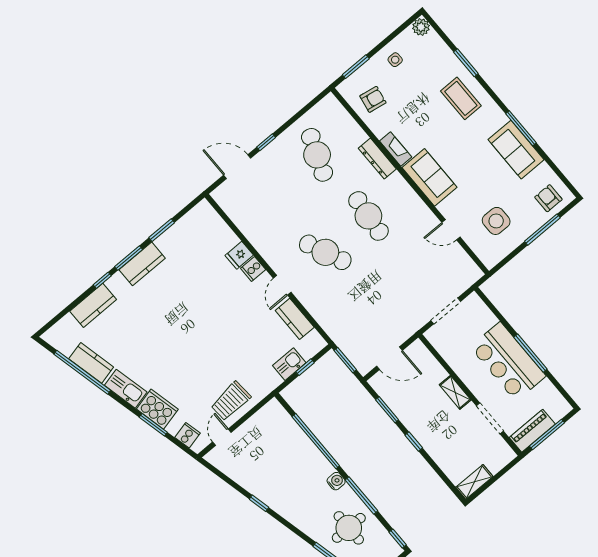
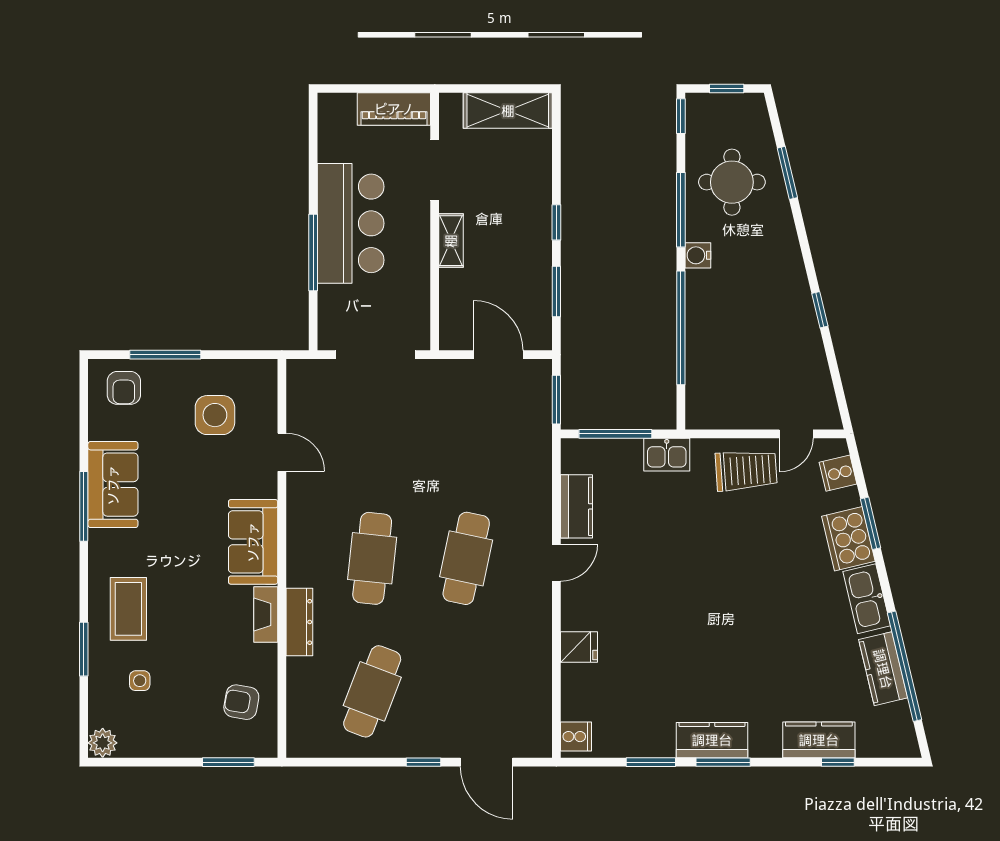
side table: (395, 60) -> (140, 681), moved
cafe table: (325, 252) -> (466, 558), turned 36
cooker: (253, 269) -> (576, 737), moved
window: (102, 280) -> (838, 762), moved
doorway: (446, 311) -> (376, 355), width x1.36
window: (530, 353) -> (313, 253), moved
kitchen sink: (289, 364) -> (667, 455), moved
window: (305, 367) -> (615, 434), width x2.17
window: (547, 434) -> (379, 89), removed
shelving: (474, 482) -> (508, 111), width x1.50, depth x1.33

